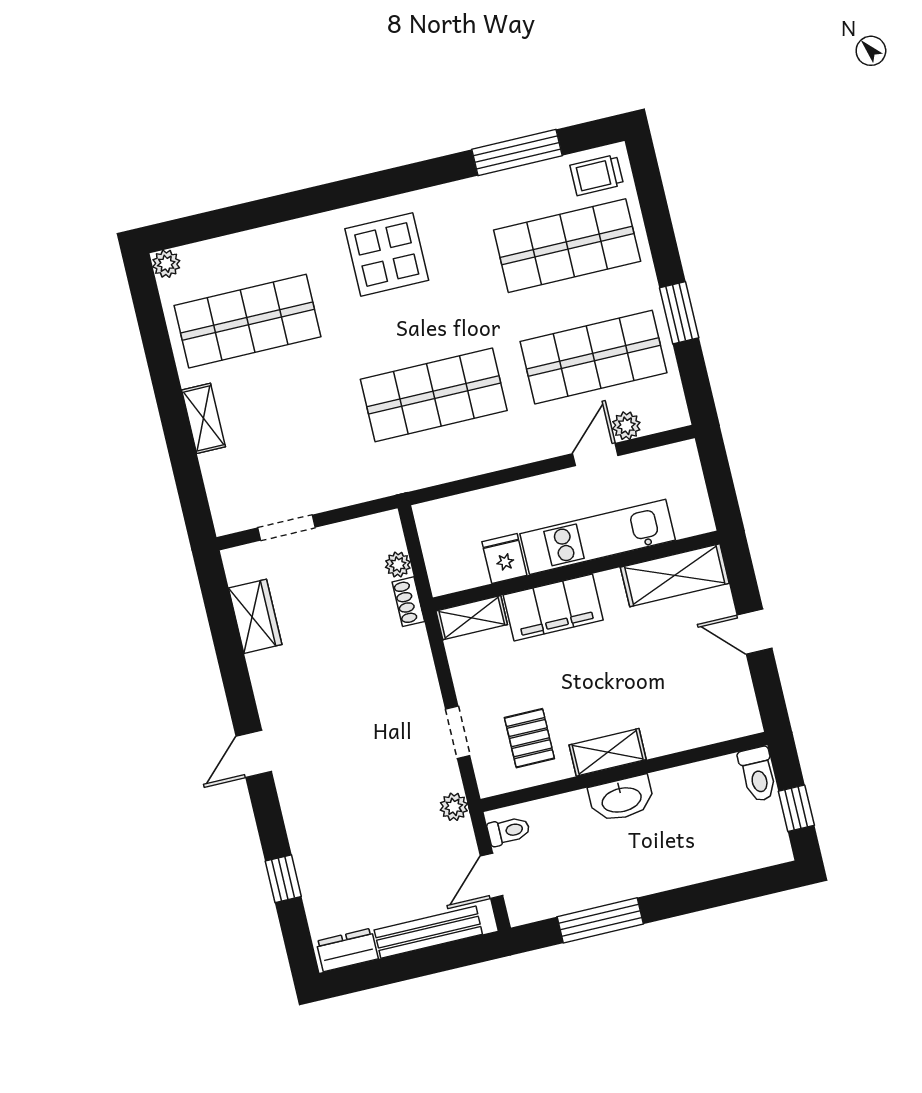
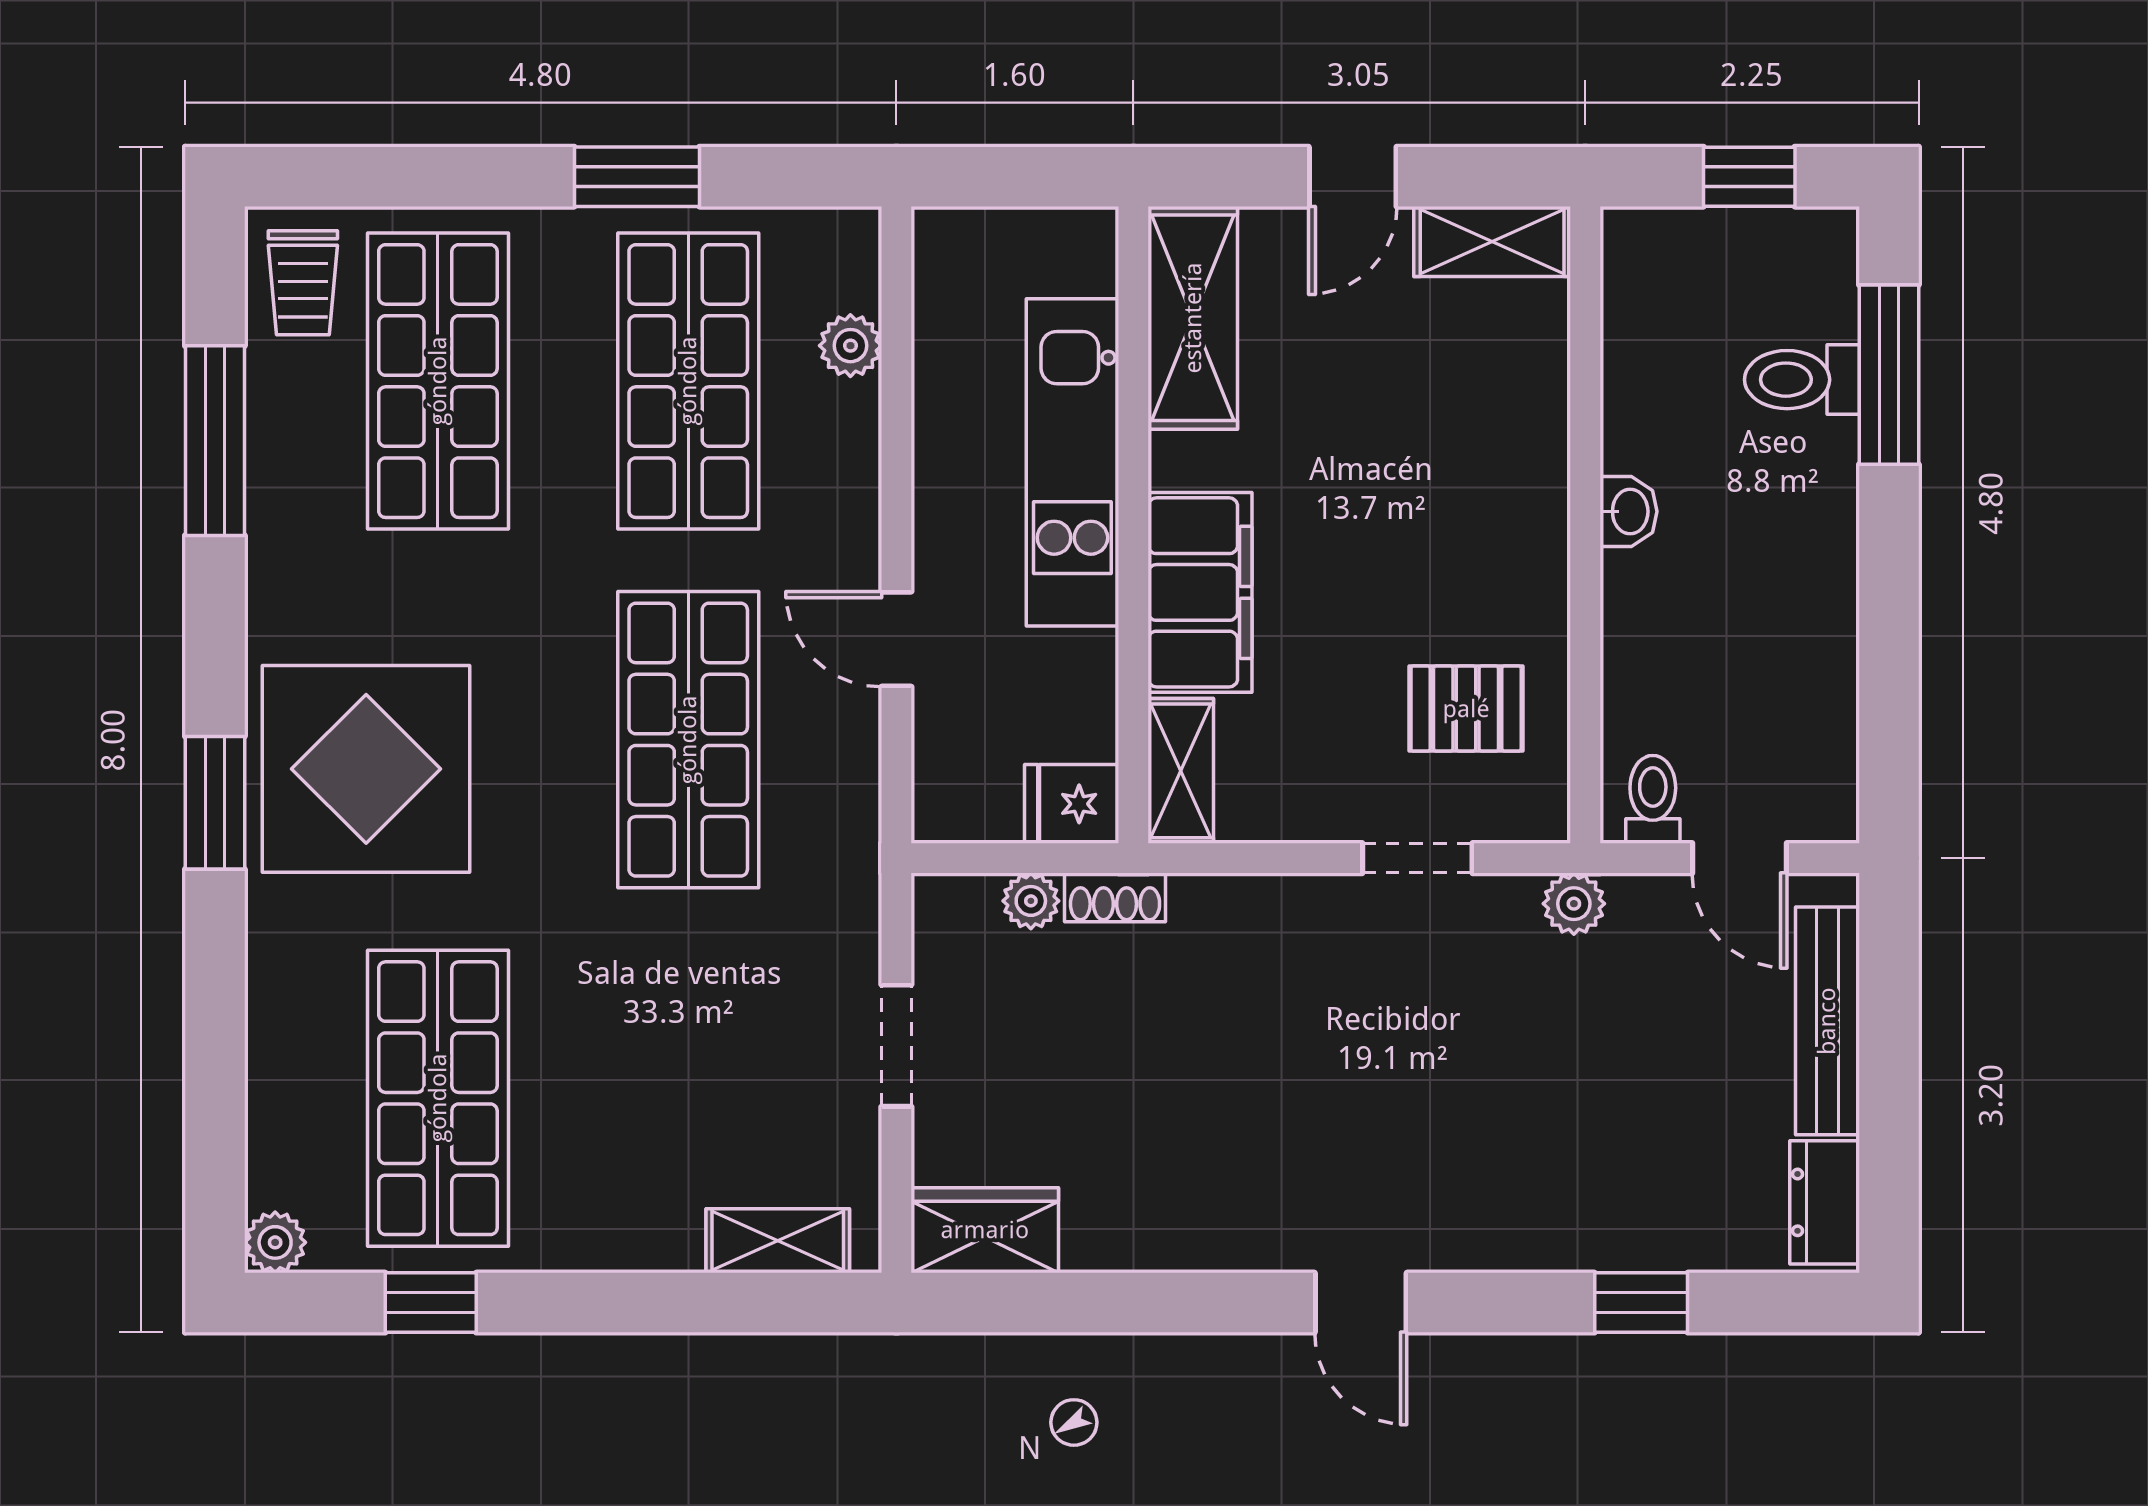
window: (356, 191) -> (215, 803), added
display table: (387, 254) -> (366, 769), width x1.36, depth x1.36
window: (156, 339) -> (431, 1303), added
shelving: (203, 418) -> (778, 1241), moved
door: (595, 455) -> (896, 639), moved
doorway: (287, 528) -> (896, 1046), moved
fridge: (504, 559) -> (1072, 804), moved
wardrobe: (255, 616) -> (985, 1230), moved
shelving: (608, 752) -> (1492, 242), moved, turned 90
toilet: (758, 774) -> (1802, 380), moved, turned 180
washbasin: (621, 799) -> (1628, 511), width x0.52, depth x0.69
window: (600, 920) -> (1889, 375), moved

